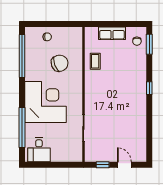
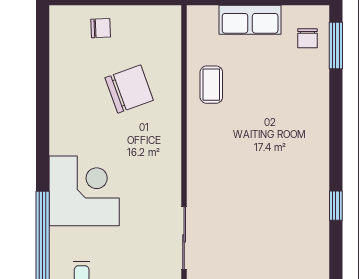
window: (22, 56) -> (43, 72), removed
window: (149, 88) -> (336, 206), moved
corner desk: (45, 102) -> (84, 191), width x0.74, depth x0.74

